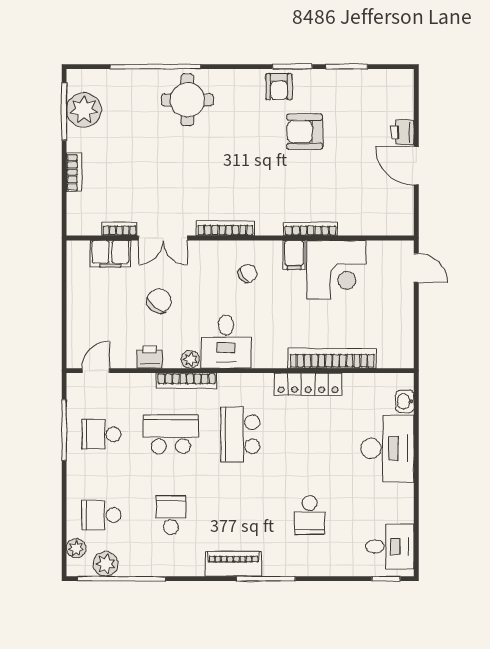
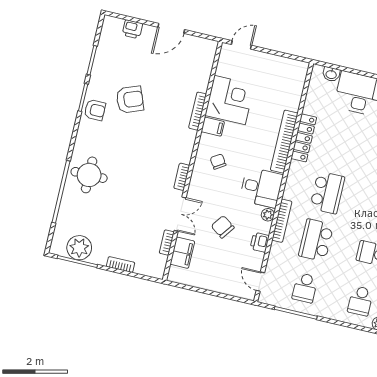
armchair: (305, 132) -> (130, 100), turned -111
printer: (403, 132) -> (132, 29), moved
bookcase: (225, 228) -> (182, 177), width x0.64
bookcase: (332, 358) -> (284, 142), moved
school desk: (240, 434) -> (327, 193), turned -90

